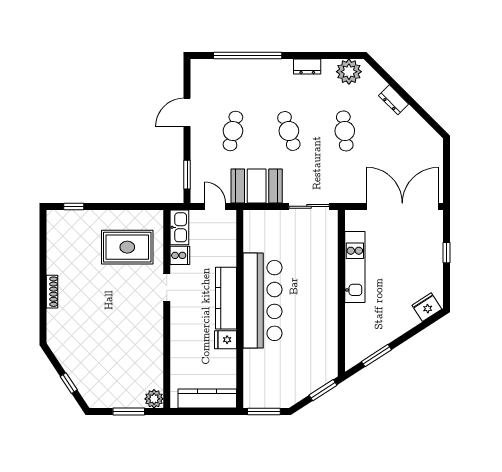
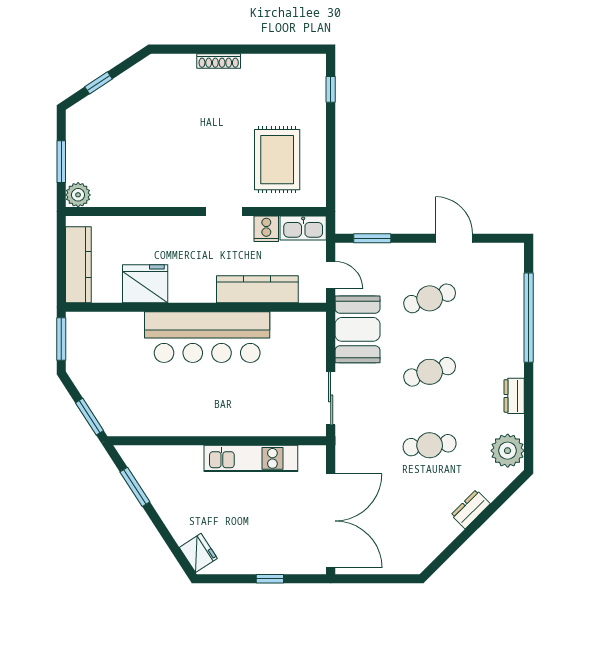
cafe table: (233, 131) -> (430, 298), turned -30
door: (215, 206) -> (331, 275), hinge flipped
kitchen counter: (226, 298) -> (257, 289), moved
fridge: (225, 340) -> (145, 284), width x1.88, depth x1.34

